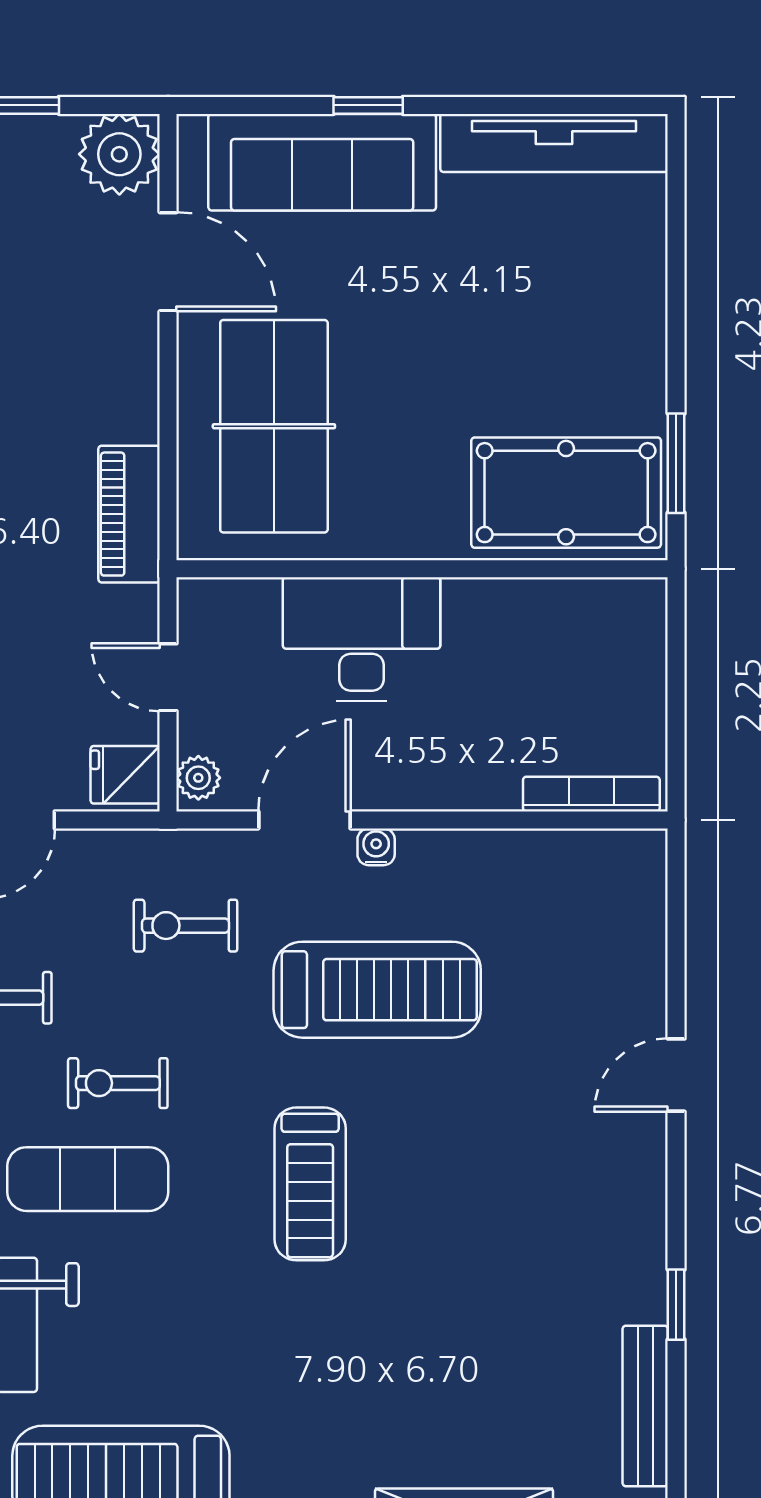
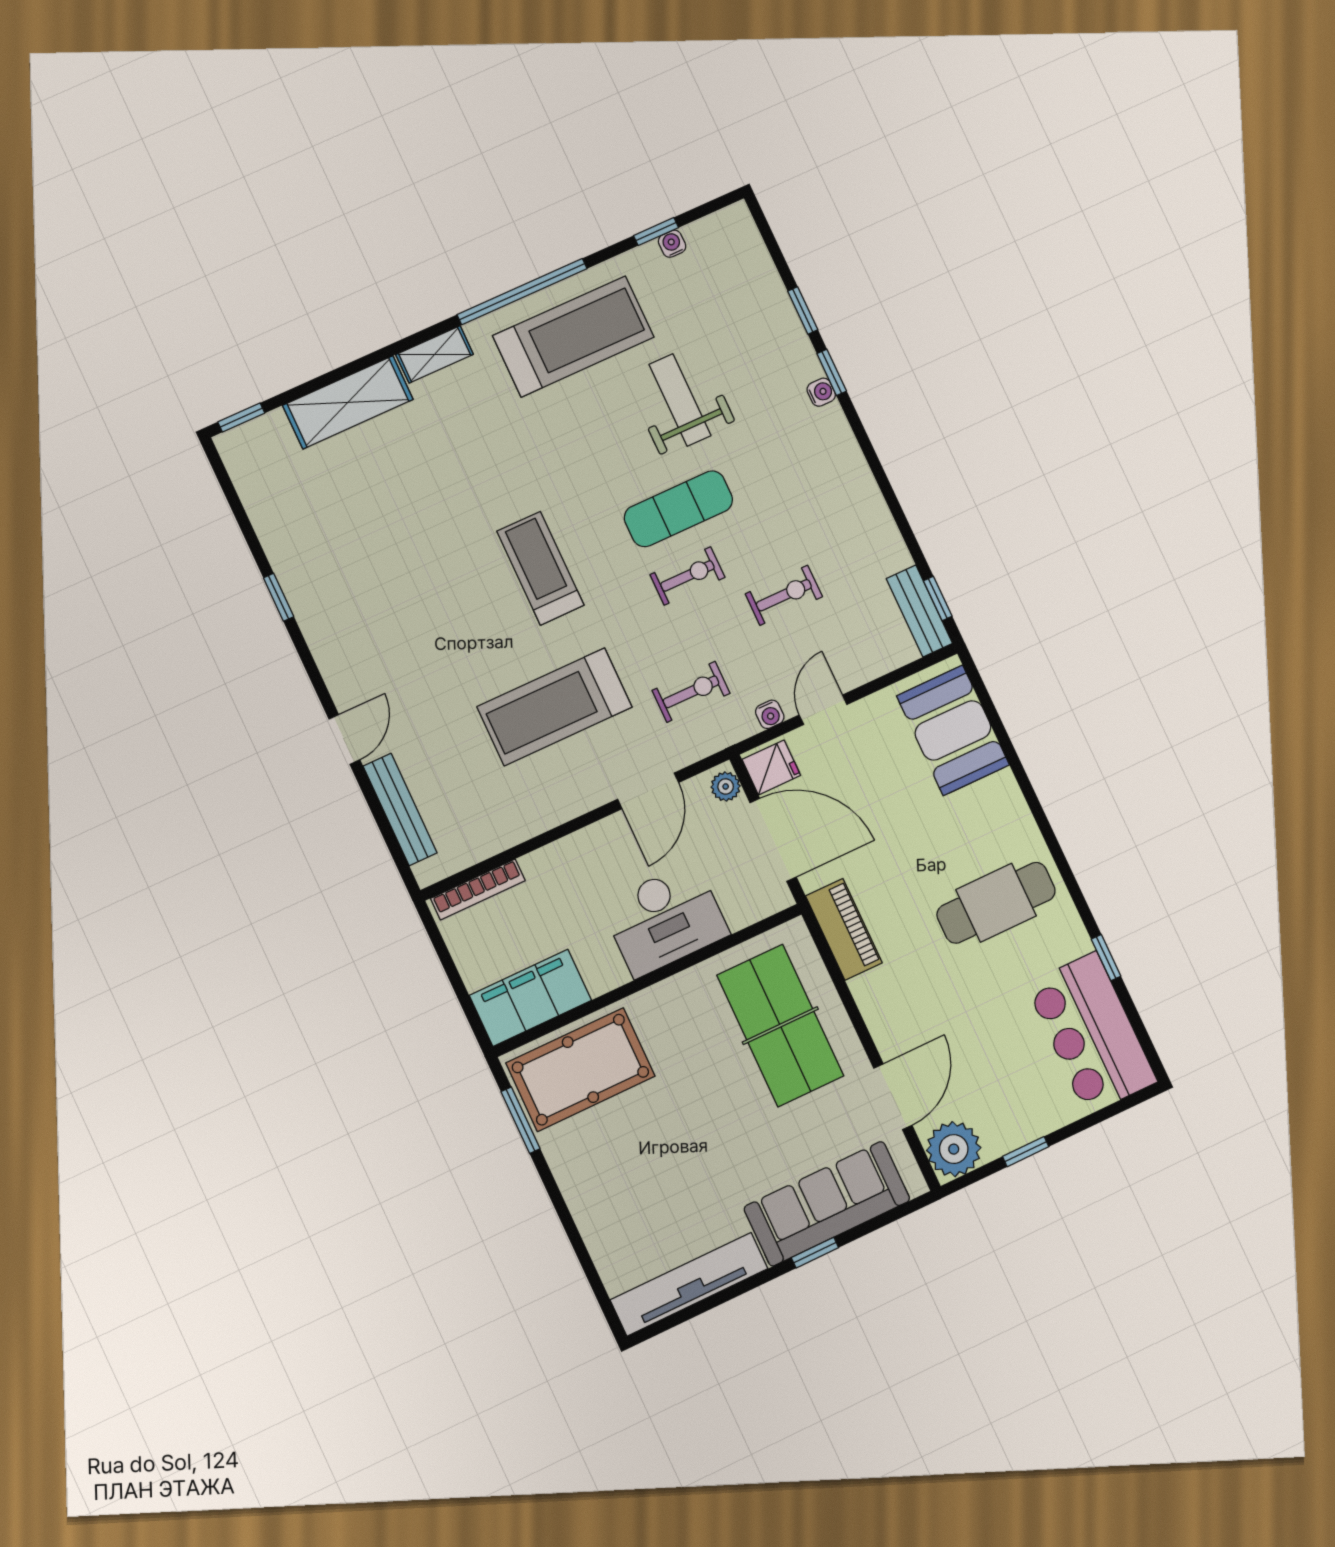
door: (168, 262) -> (893, 1097), swing flipped
filing cabinet: (588, 618) -> (530, 998), added
door: (168, 677) -> (773, 840), width x1.87
water cooler: (376, 847) -> (770, 714), moved
bench: (645, 1406) -> (400, 809), moved

